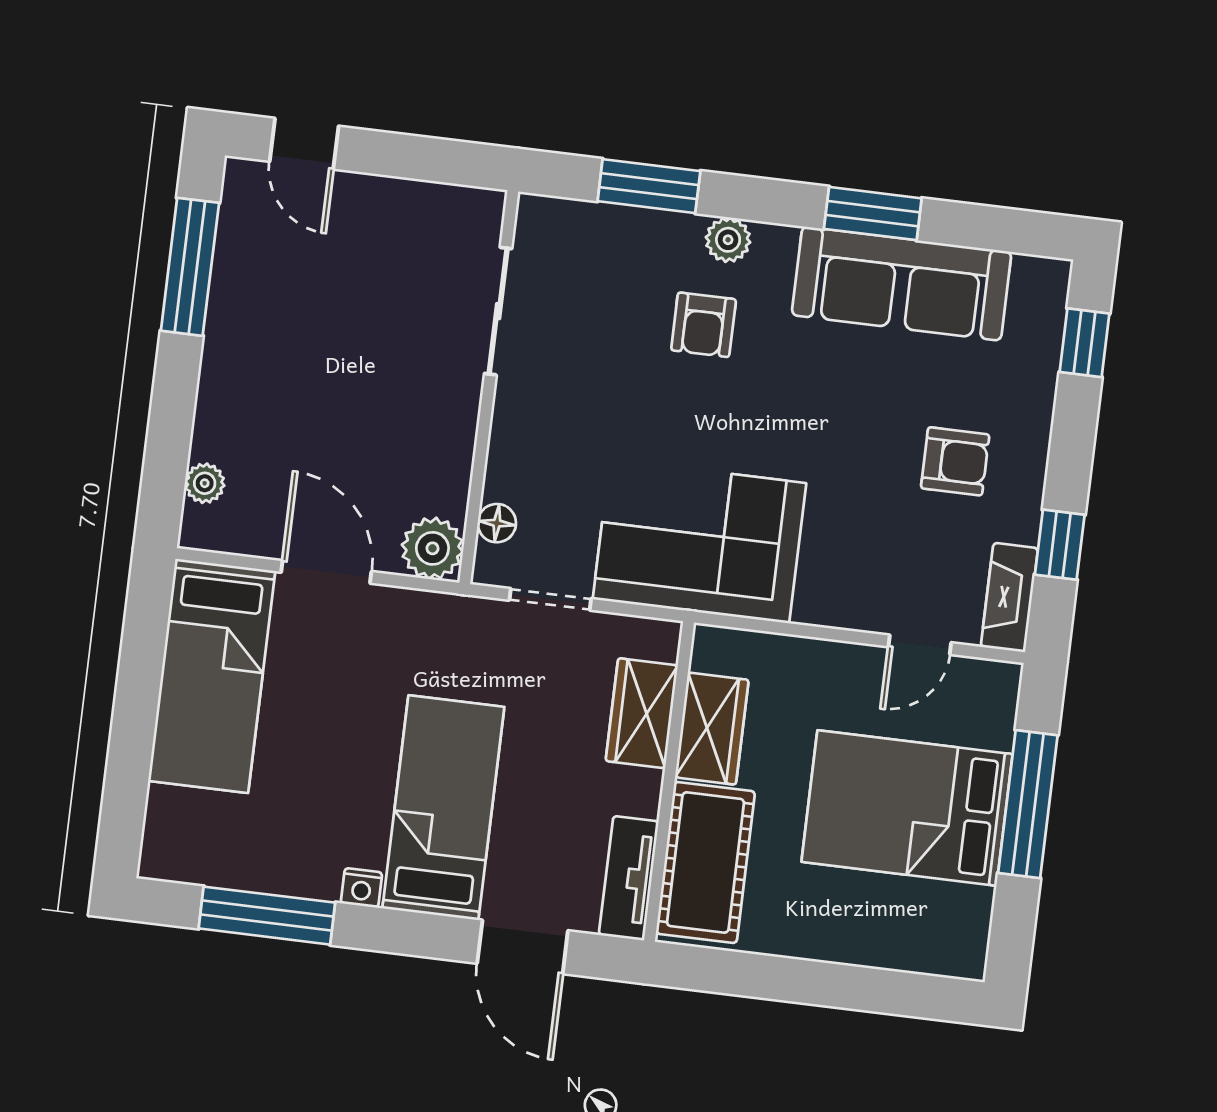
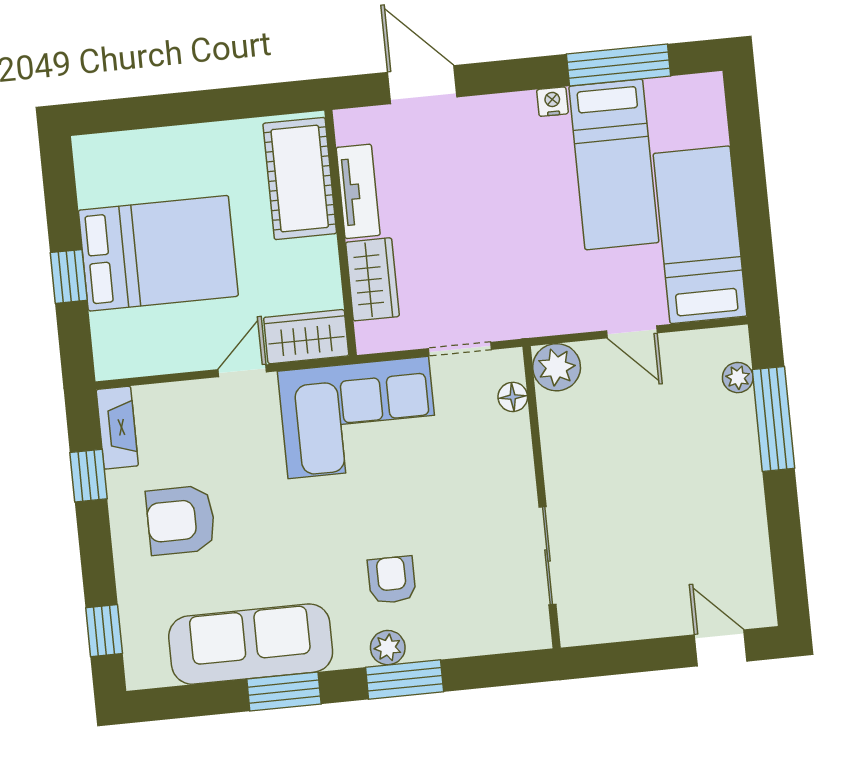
window: (649, 186) -> (405, 679), moved
window: (190, 267) -> (773, 419), moved
armchair: (955, 461) -> (181, 520), width x1.38, depth x1.38
door: (326, 572) -> (632, 332), width x0.73
door: (920, 645) -> (242, 371), moved
wardrobe: (712, 729) -> (306, 337), moved, turned 90
window: (1028, 804) -> (69, 276), width x0.46
bed: (443, 808) -> (614, 164), moved
tv unit: (629, 878) -> (358, 191), moved

